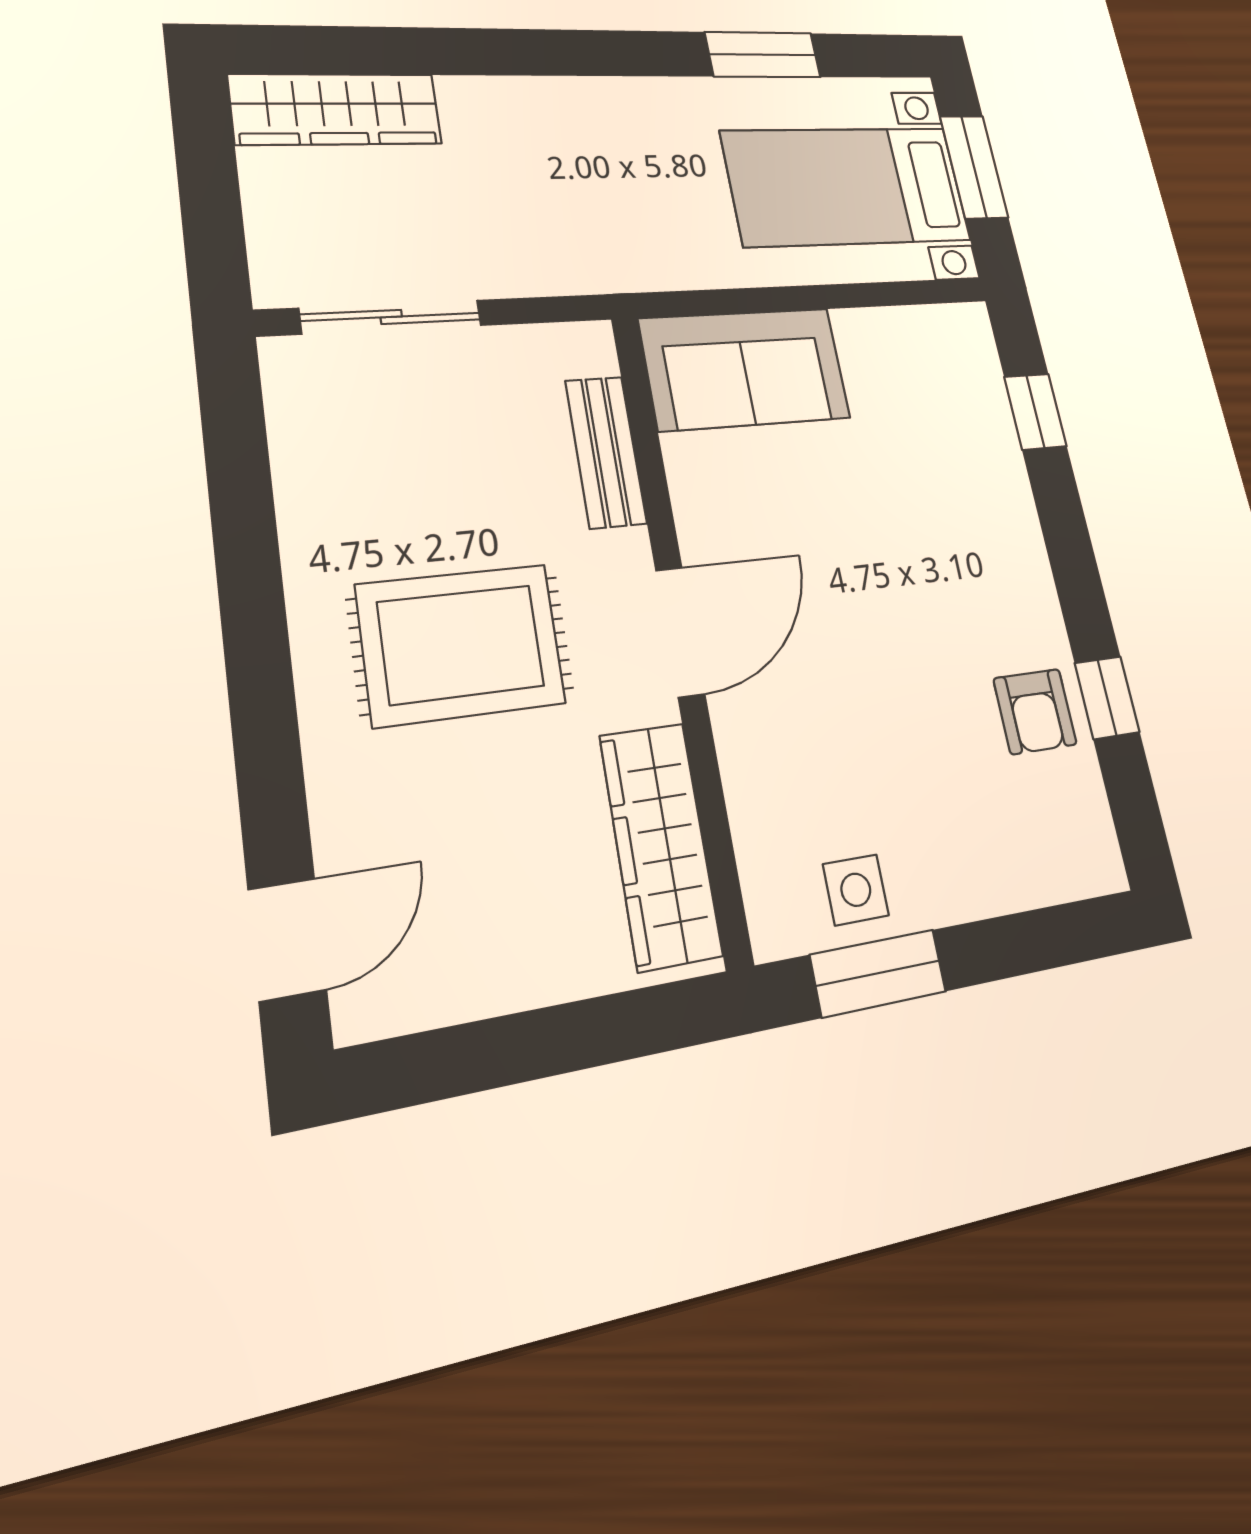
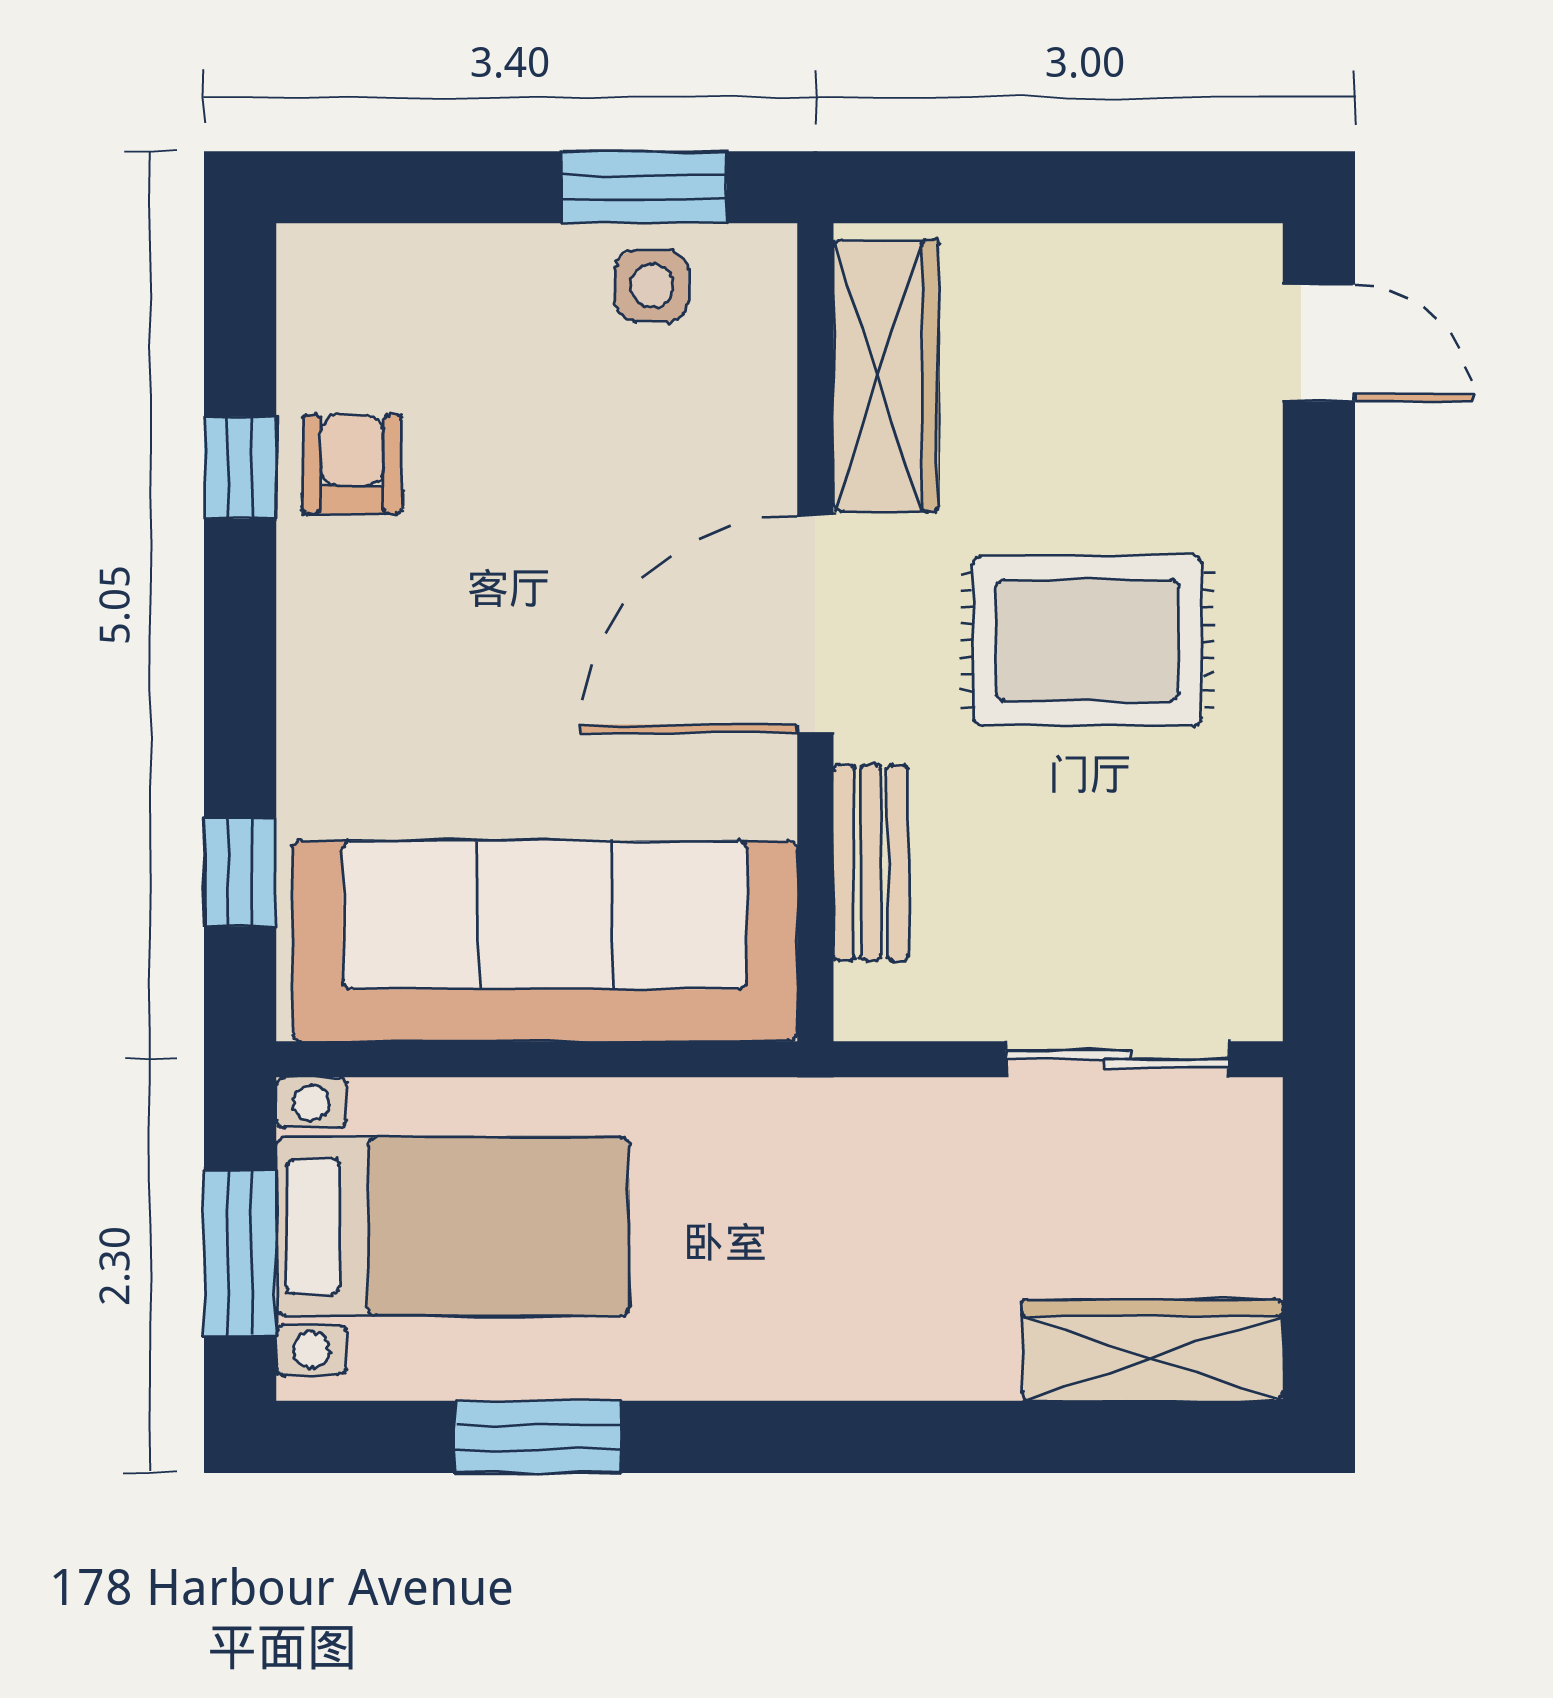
sofa: (745, 369) -> (545, 941), width x1.85, depth x1.27
door: (680, 632) -> (815, 624), width x1.36
door: (287, 939) -> (1319, 343), swing flipped

